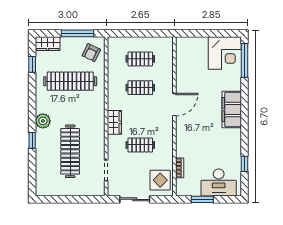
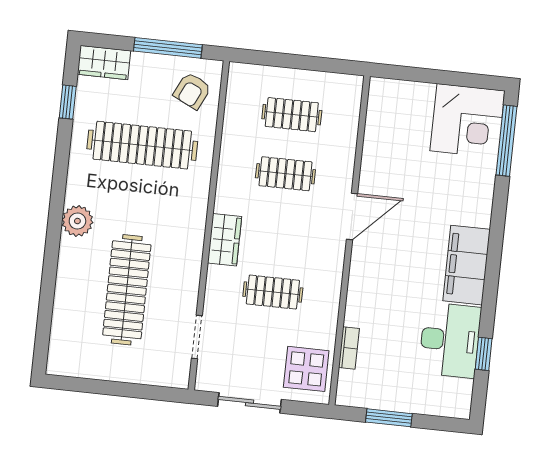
filing cabinet: (232, 110) -> (466, 265), moved
window: (32, 140) -> (51, 259), removed
desk: (219, 182) -> (450, 340), moved, turned -90

